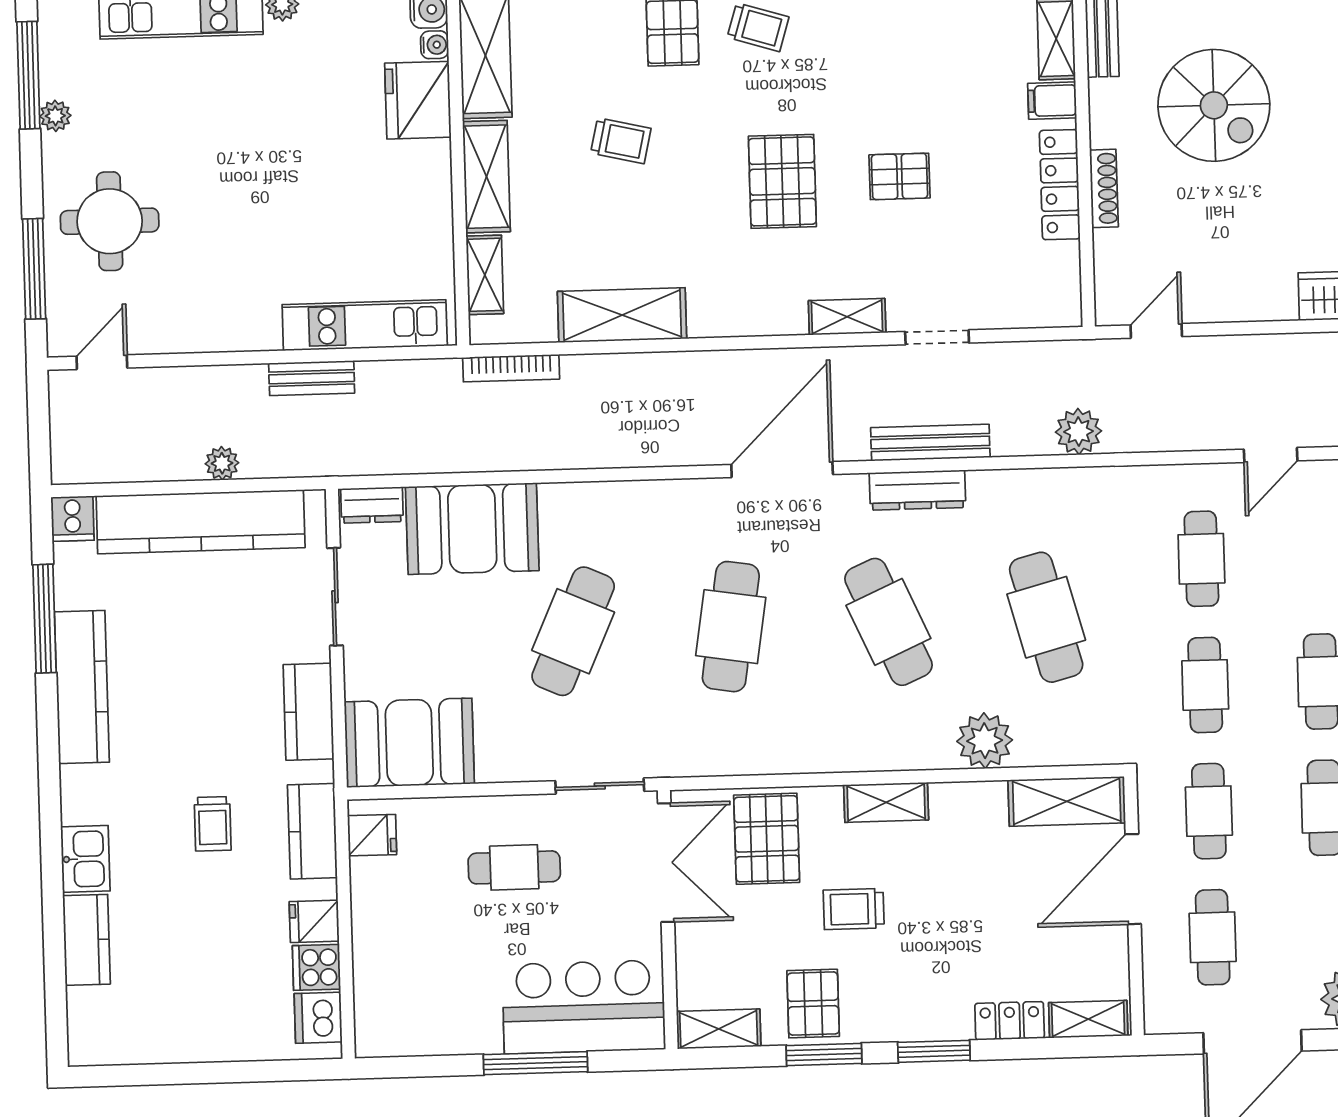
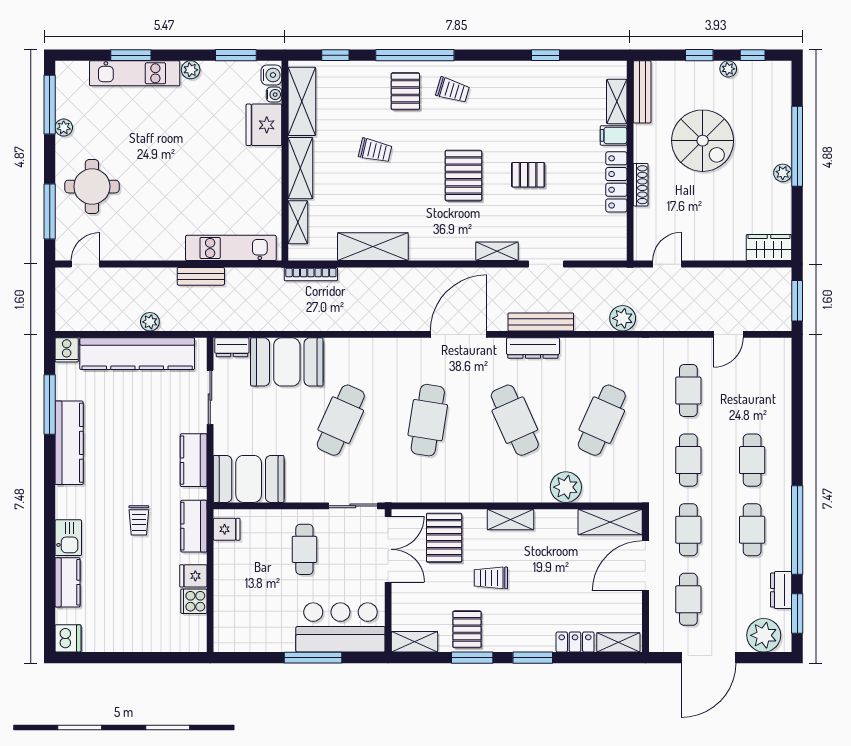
cafe table: (1046, 617) -> (602, 420), turned 39
cafe table: (514, 867) -> (304, 549), turned 90
dishwasher: (318, 1018) -> (68, 638), moved, turned 180

